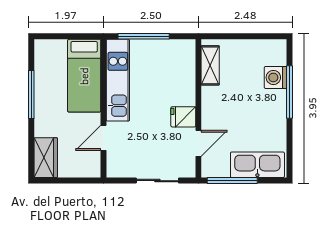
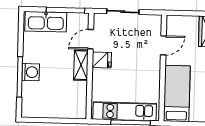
shelving: (210, 65) -> (81, 65), moved
washing machine: (276, 77) -> (31, 72), moved
kitchen unit: (118, 80) -> (125, 111), moved, turned 90

